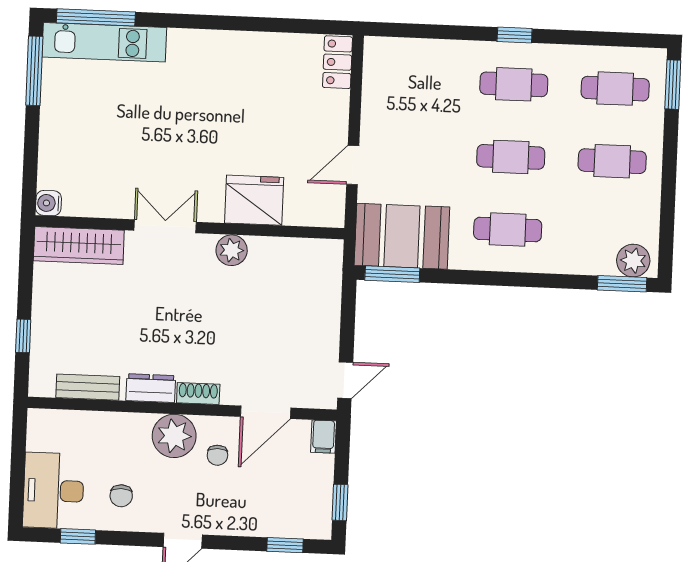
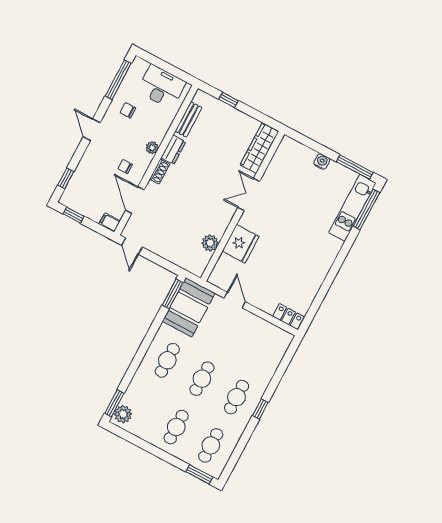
water cooler: (48, 203) -> (322, 162), moved
double door: (165, 226) -> (249, 194), swing flipped
plant: (232, 250) -> (210, 243), moved
plant: (174, 436) -> (152, 148), width x0.53, depth x0.53
desk: (53, 491) -> (161, 87), moved
window: (78, 536) -> (118, 80), width x2.17

